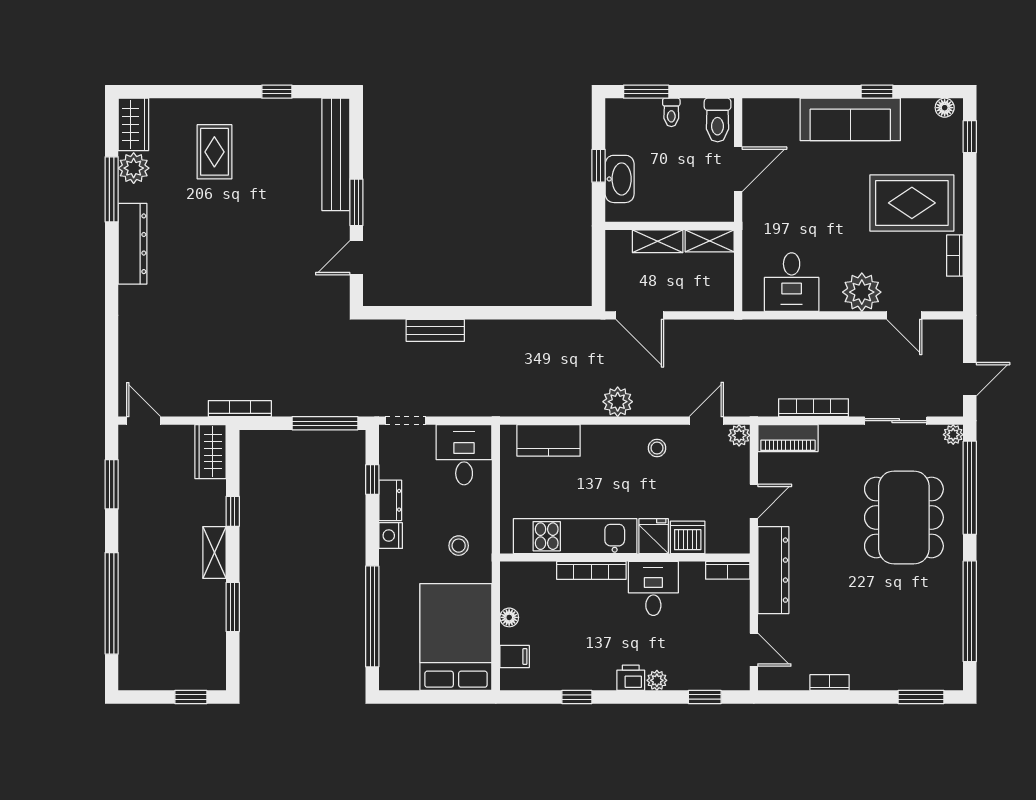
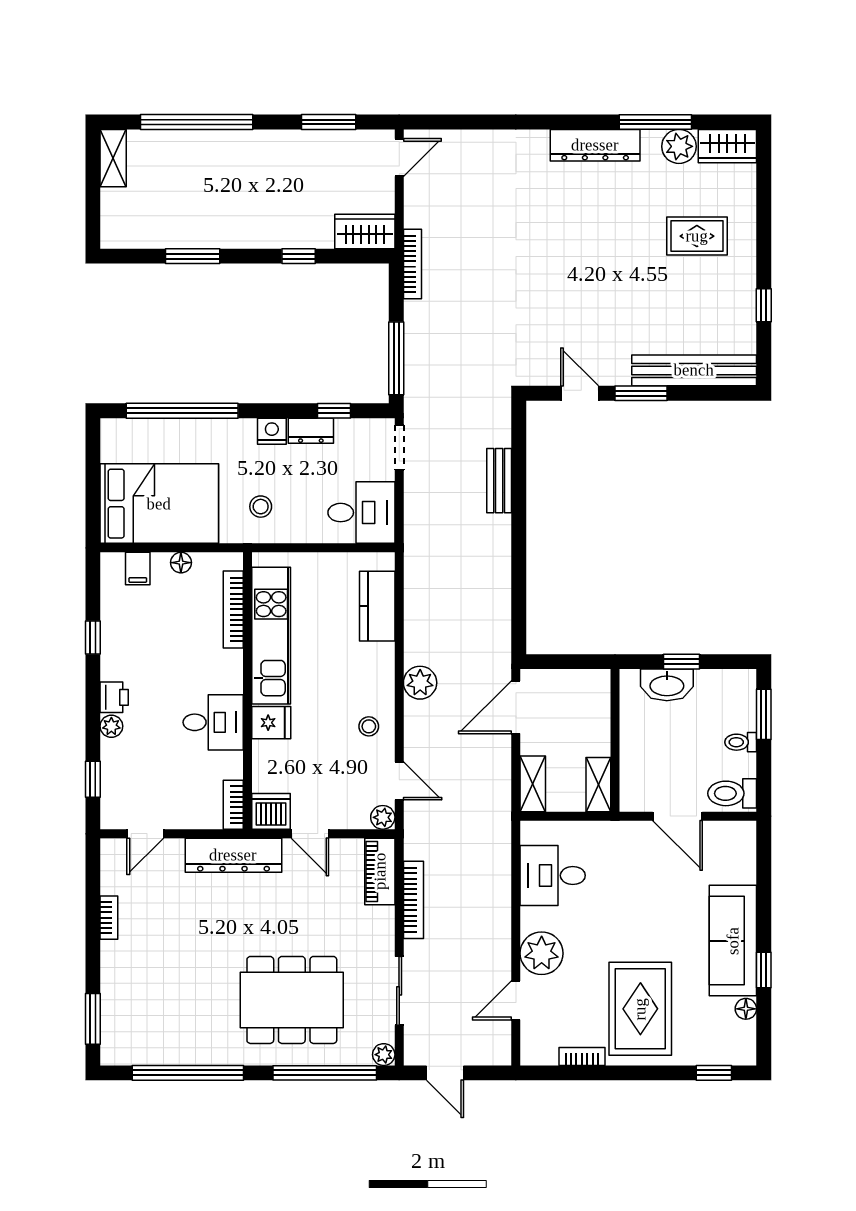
floor lamp: (945, 108) -> (746, 1009), moved
shelving: (658, 241) -> (533, 784), moved
dishwasher: (688, 537) -> (271, 811), moved, turned -90
shelving: (214, 553) -> (113, 158), moved, turned 90
bookcase: (591, 570) -> (233, 609), moved
window: (191, 697) -> (93, 210), removed

